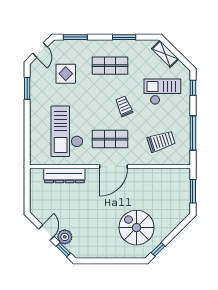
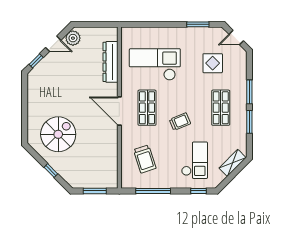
window: (75, 37) -> (249, 92), moved
plant: (65, 237) -> (73, 38), moved
window: (158, 249) -> (51, 171), moved

